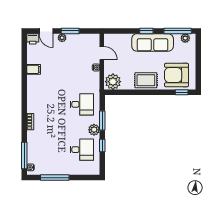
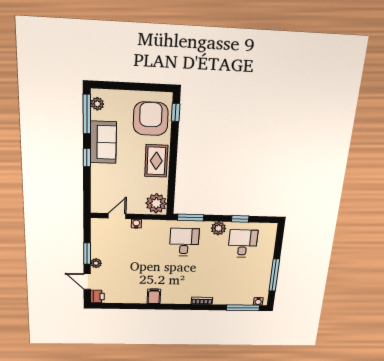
door: (46, 31) -> (87, 281), swing flipped
sofa: (153, 42) -> (103, 142), width x0.73
filing cabinet: (34, 69) -> (154, 296), moved
armchair: (177, 75) -> (151, 119), turned 180
window: (102, 120) -> (191, 217), moved

